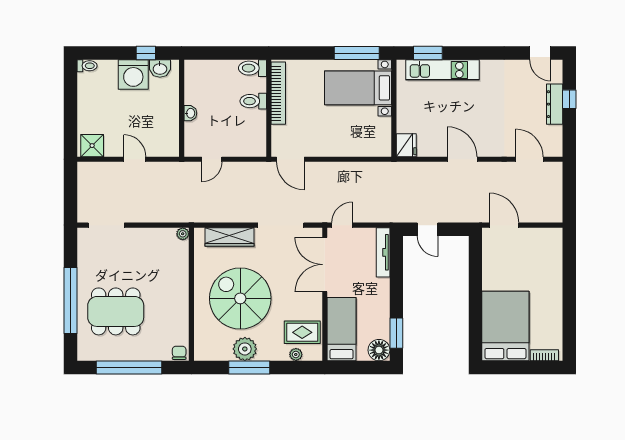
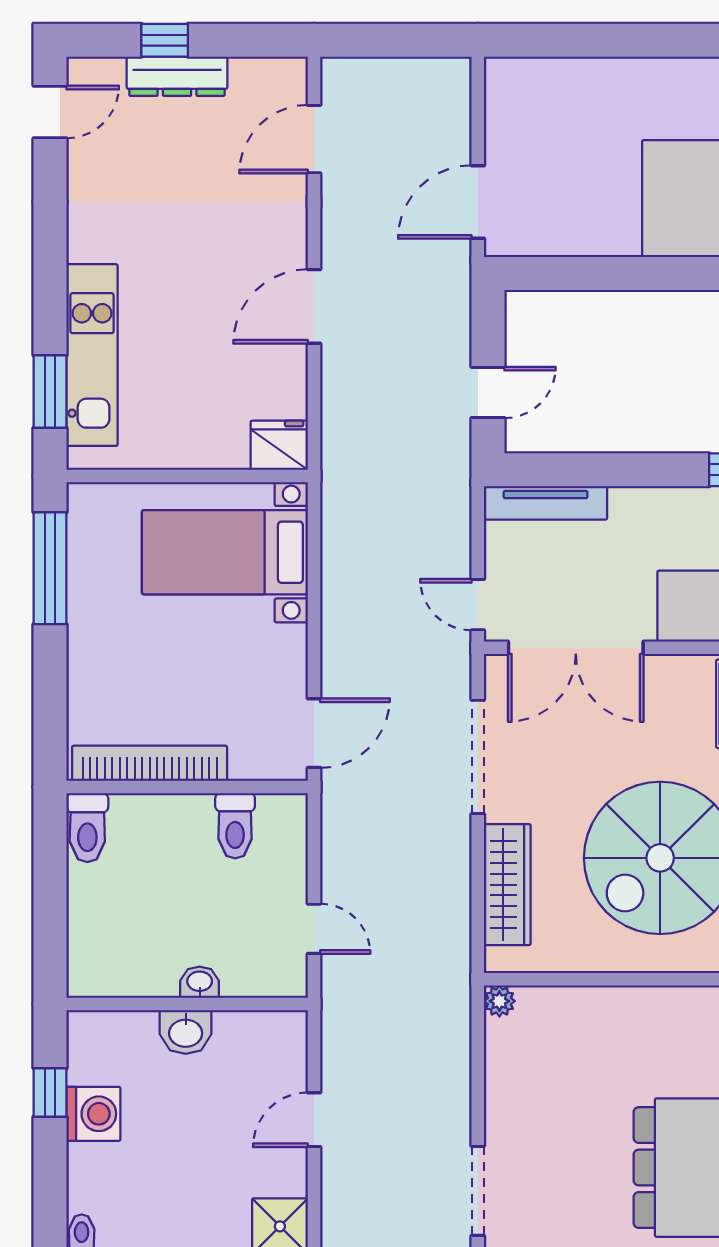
washbasin: (160, 68) -> (186, 1032), moved, turned 90
washing machine: (133, 75) -> (93, 1114), width x0.73, depth x0.73
bed with nightstands: (358, 88) -> (225, 552), moved, turned 90
toilet: (253, 101) -> (235, 826), moved

